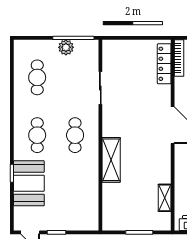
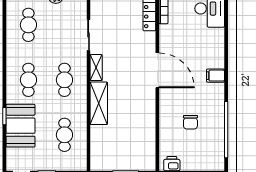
cafe table: (75, 193) -> (64, 135), added
shelving: (165, 198) -> (96, 68), moved

